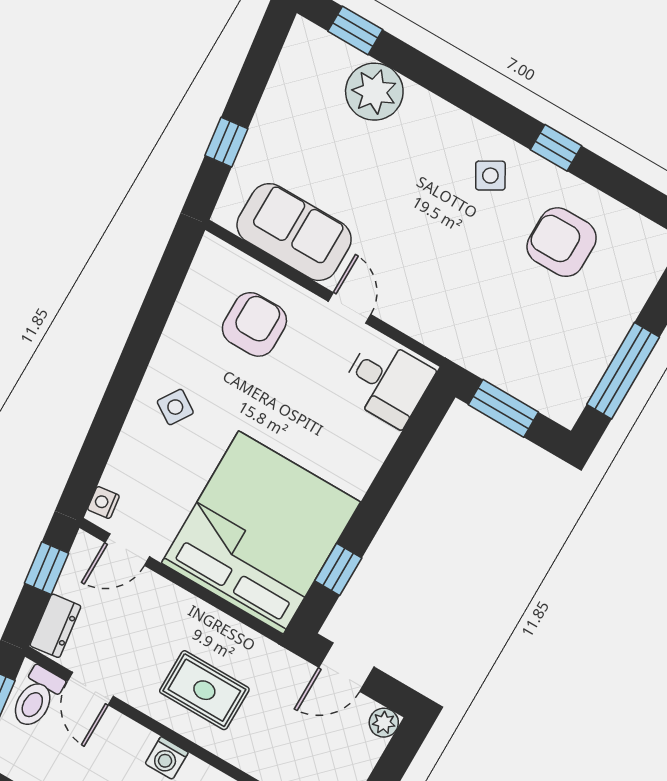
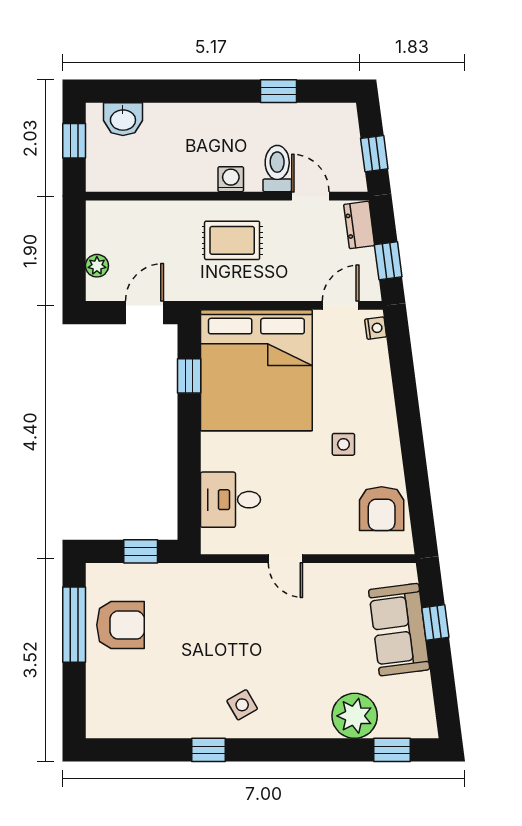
sofa: (294, 232) -> (399, 630), moved, turned 83
armchair: (562, 242) -> (121, 625), moved
armchair: (254, 324) -> (382, 509), moved
desk: (387, 382) -> (230, 500), moved
side table: (175, 407) -> (343, 444), moved, turned -33
window: (503, 408) -> (141, 551), width x0.67
toilet: (37, 698) -> (277, 169), moved
plant: (384, 723) -> (97, 266), moved

